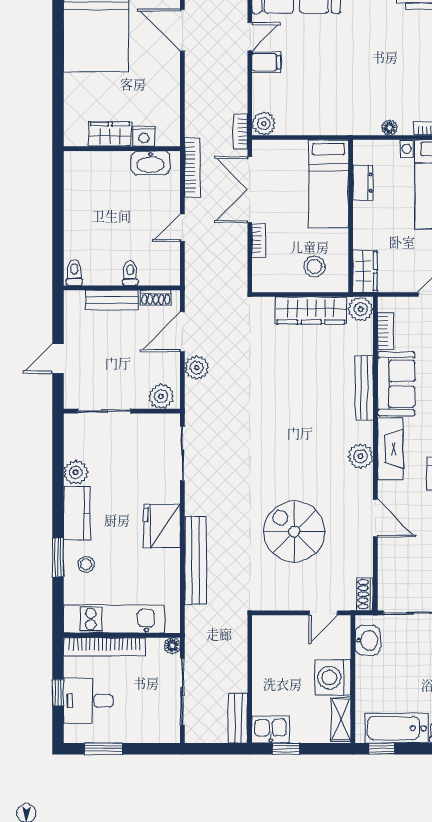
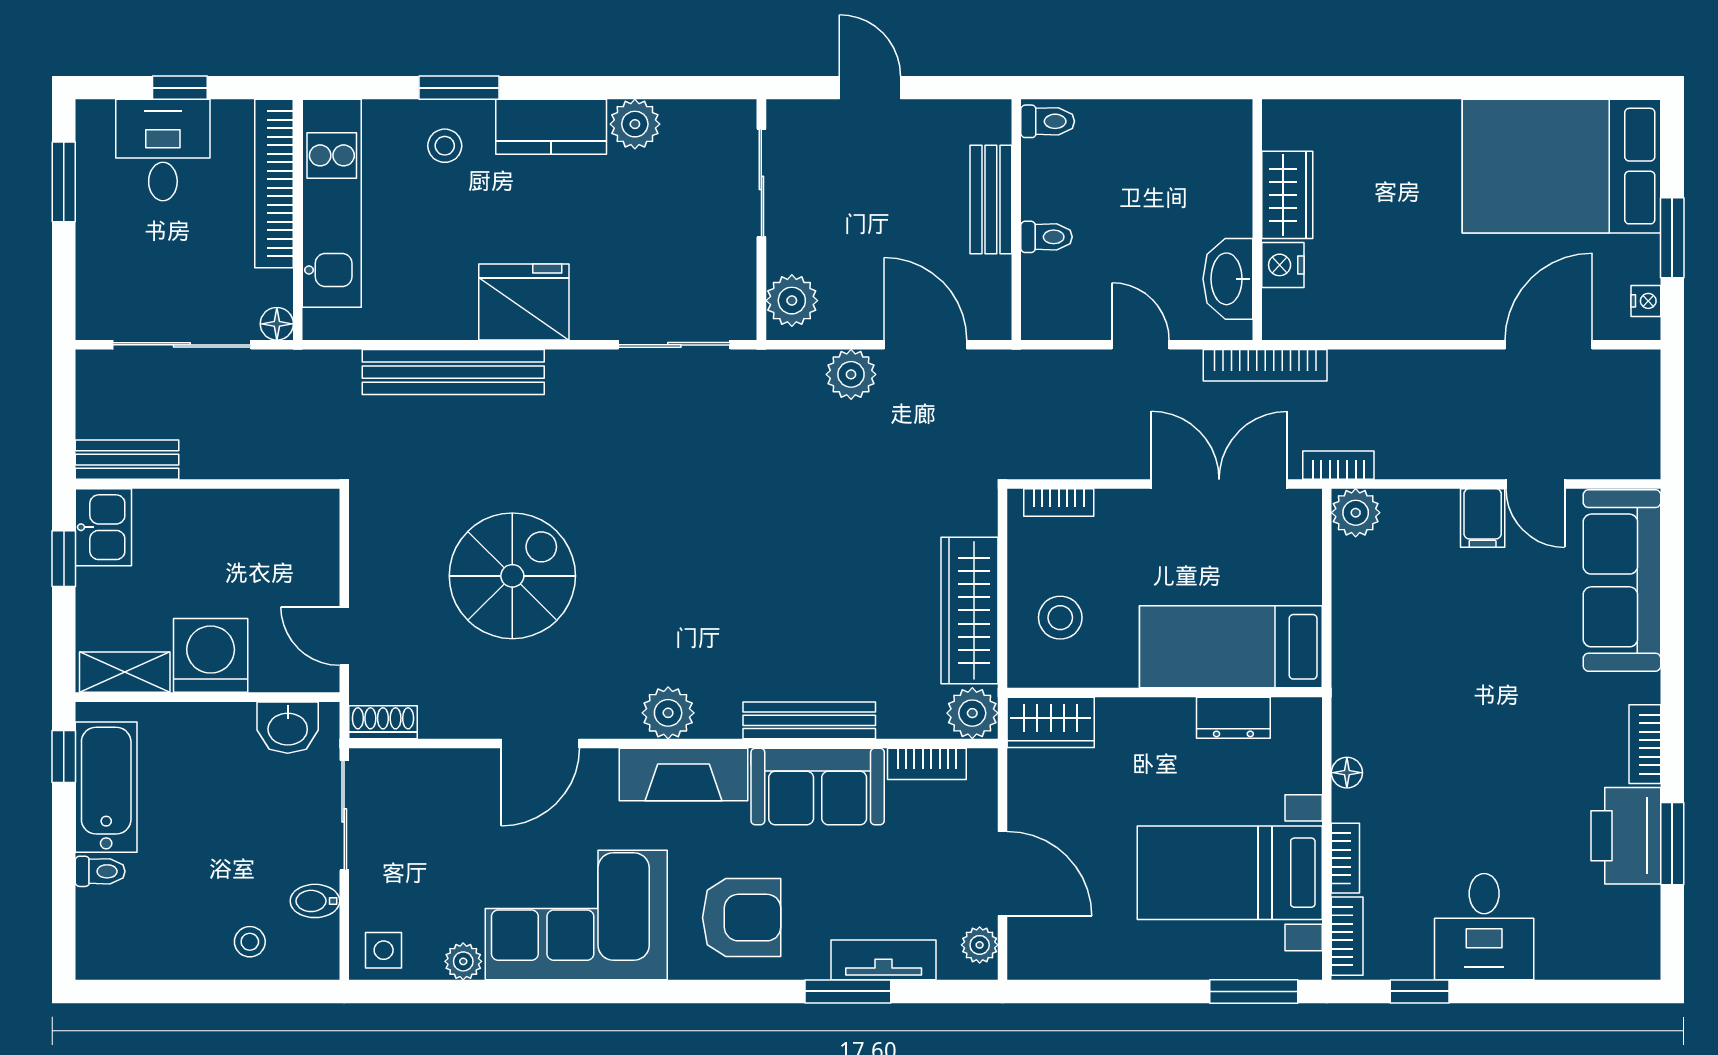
wardrobe: (110, 134) -> (1287, 195), moved
nightstand: (144, 136) -> (1283, 265), moved
wall: (122, 149) -> (1257, 220), moved
washbasin: (151, 163) -> (1228, 279), moved
bookcase: (259, 240) -> (1059, 502), moved
shoe rack: (156, 298) -> (996, 290), removed

